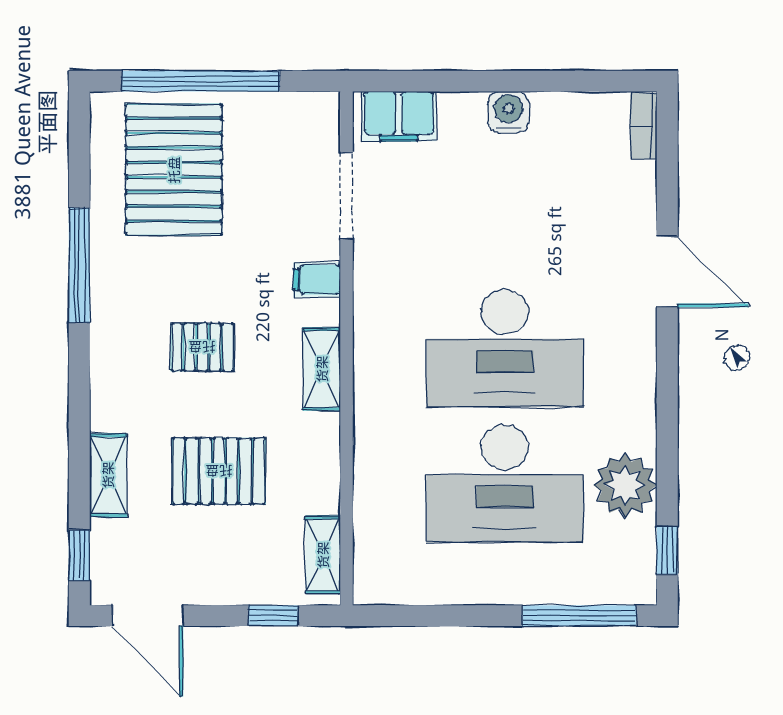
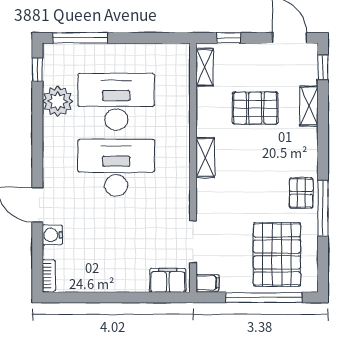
water cooler: (509, 112) -> (52, 235), moved, turned 90
filing cabinet: (317, 280) -> (207, 283), moved
pallet: (202, 347) -> (301, 193), moved, turned 90

